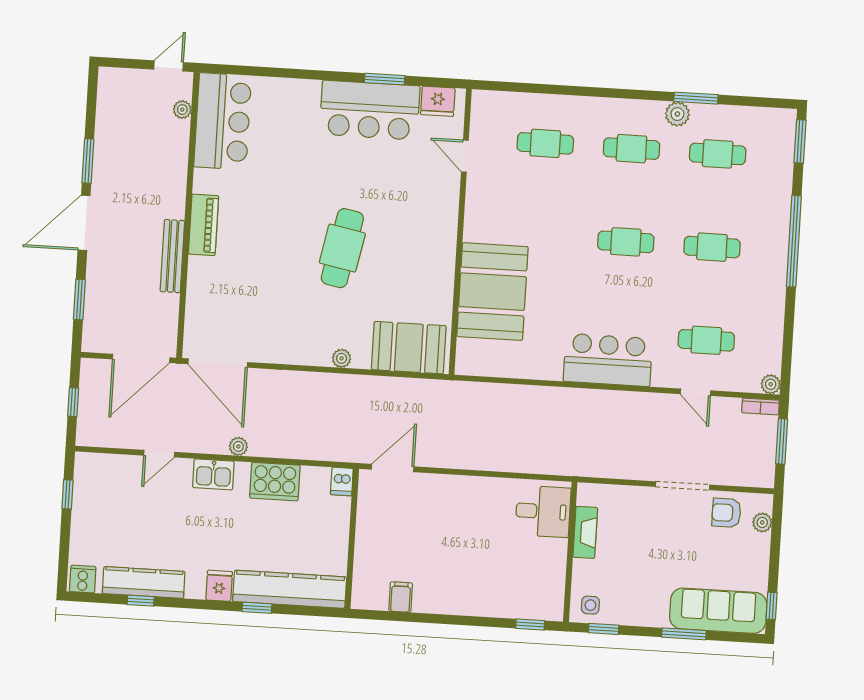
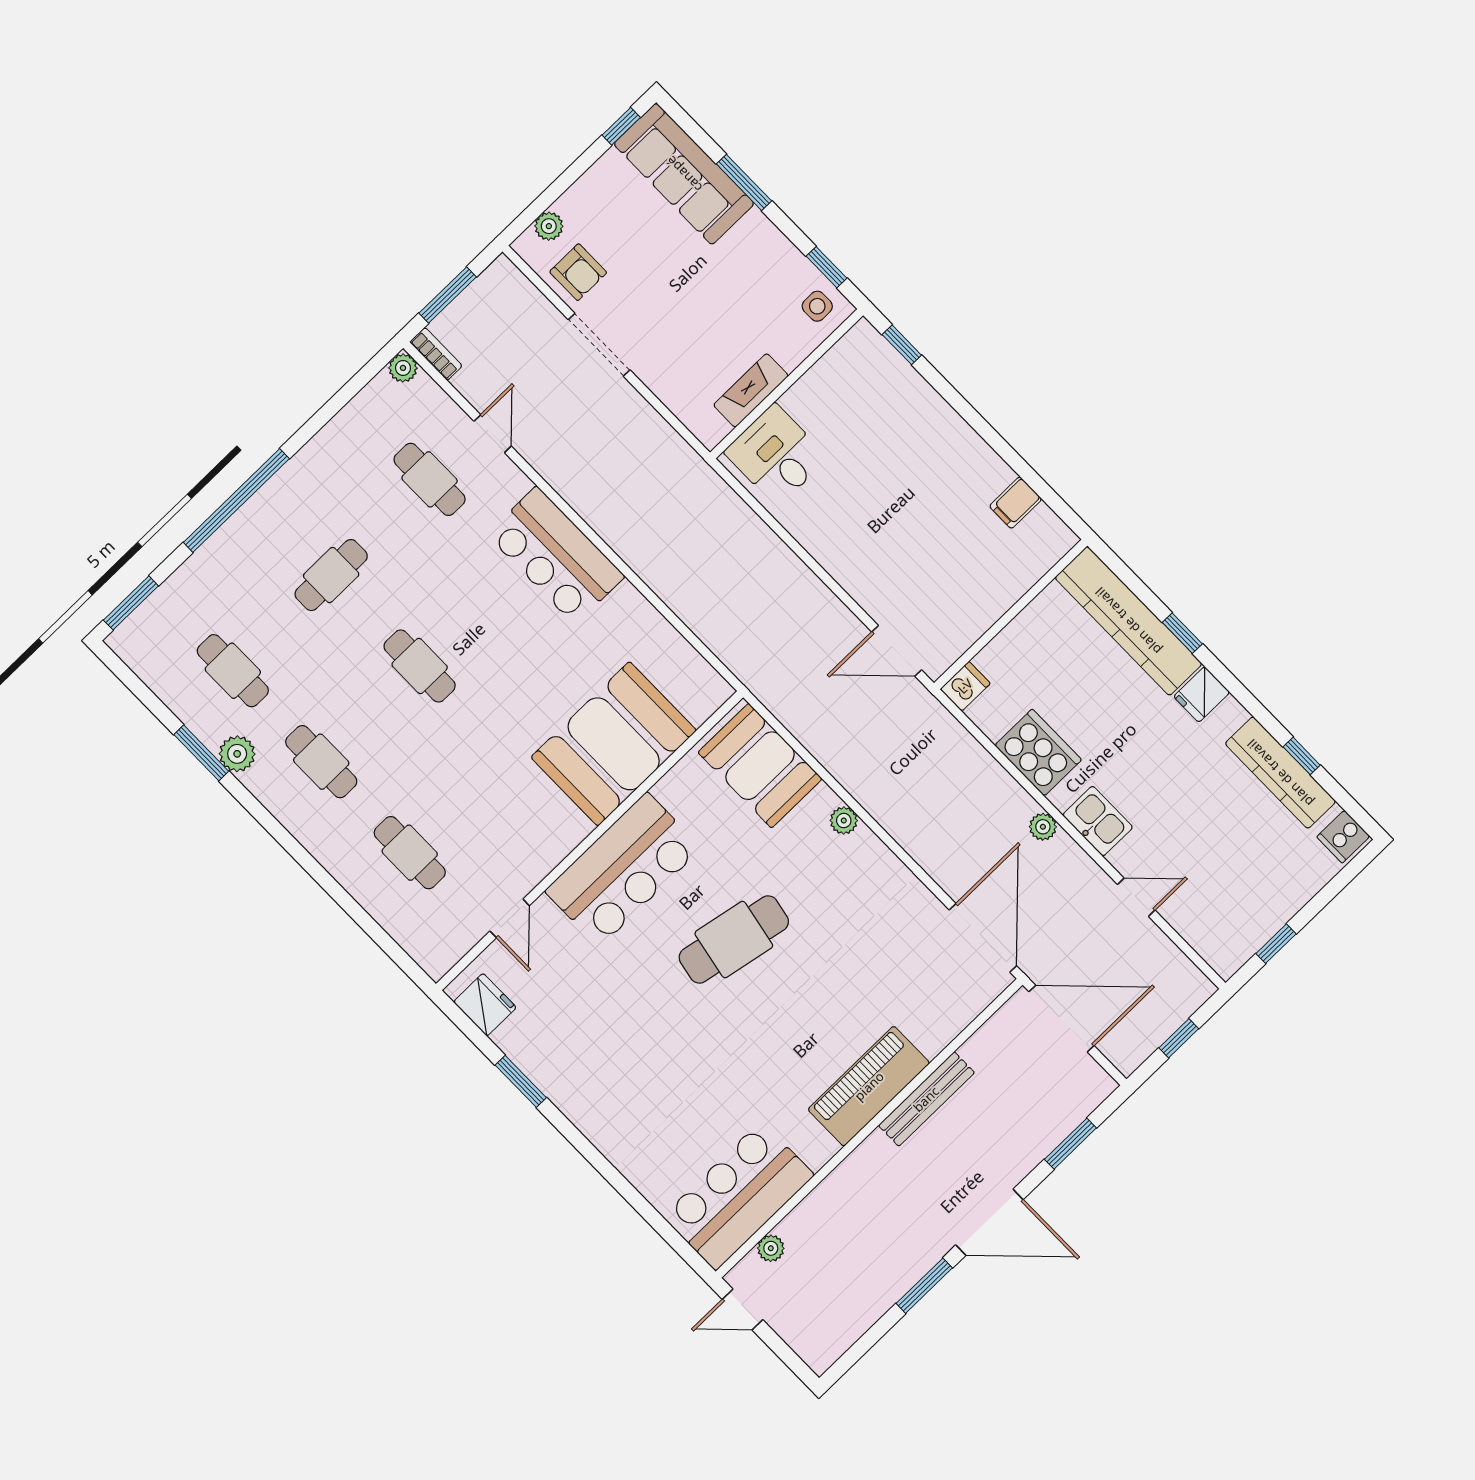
bar counter: (370, 110) -> (623, 870), moved, turned 90
piano: (204, 225) -> (869, 1086), width x1.37, depth x1.33
cafe table: (712, 247) -> (331, 575), turned 90

